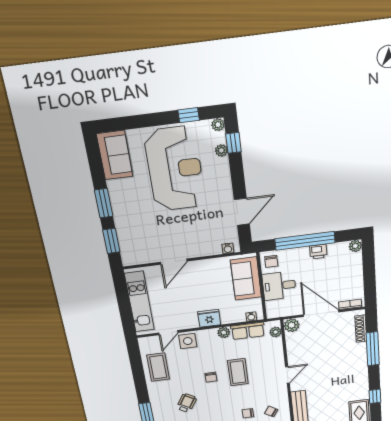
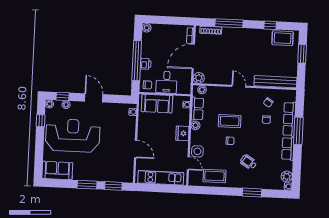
door: (242, 212) -> (94, 98), moved
printer: (318, 252) -> (146, 64), moved

